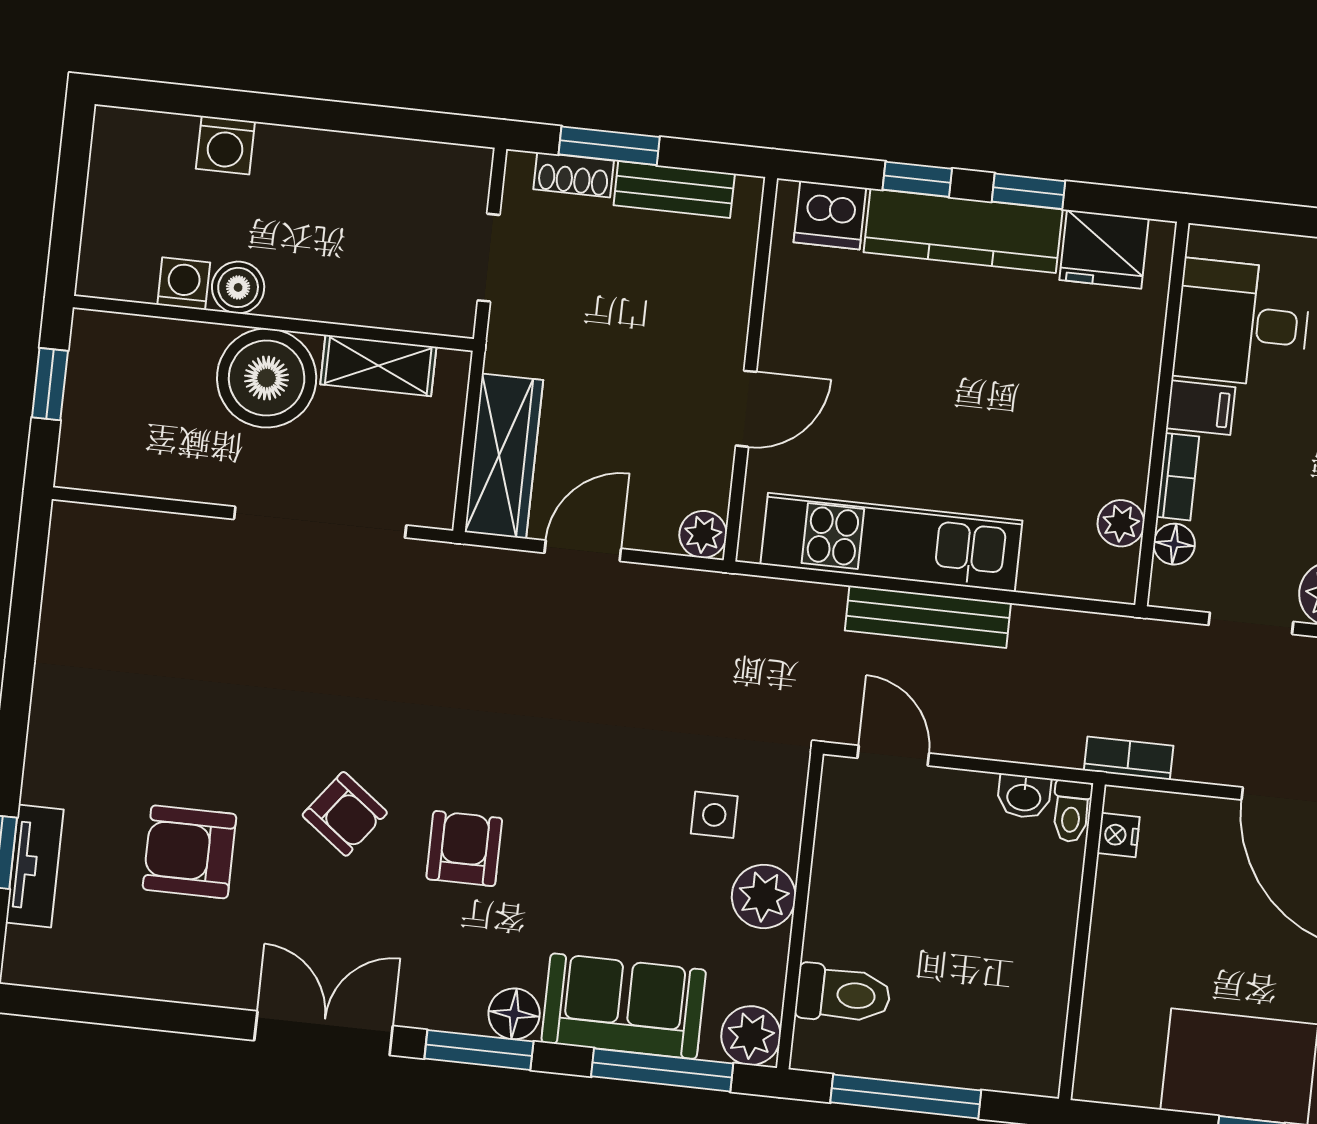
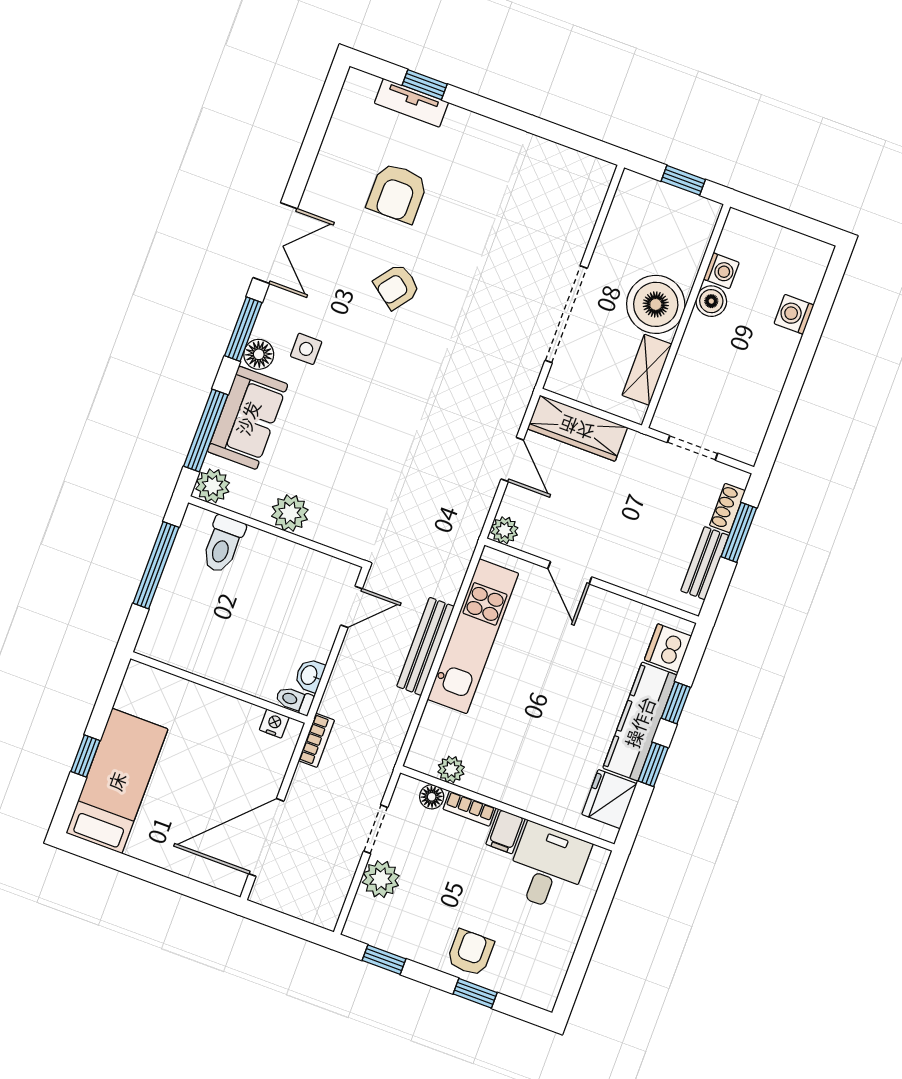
side table: (714, 815) -> (306, 349), moved
armchair: (464, 849) -> (360, 350), removed
armchair: (190, 852) -> (397, 193), turned 180

